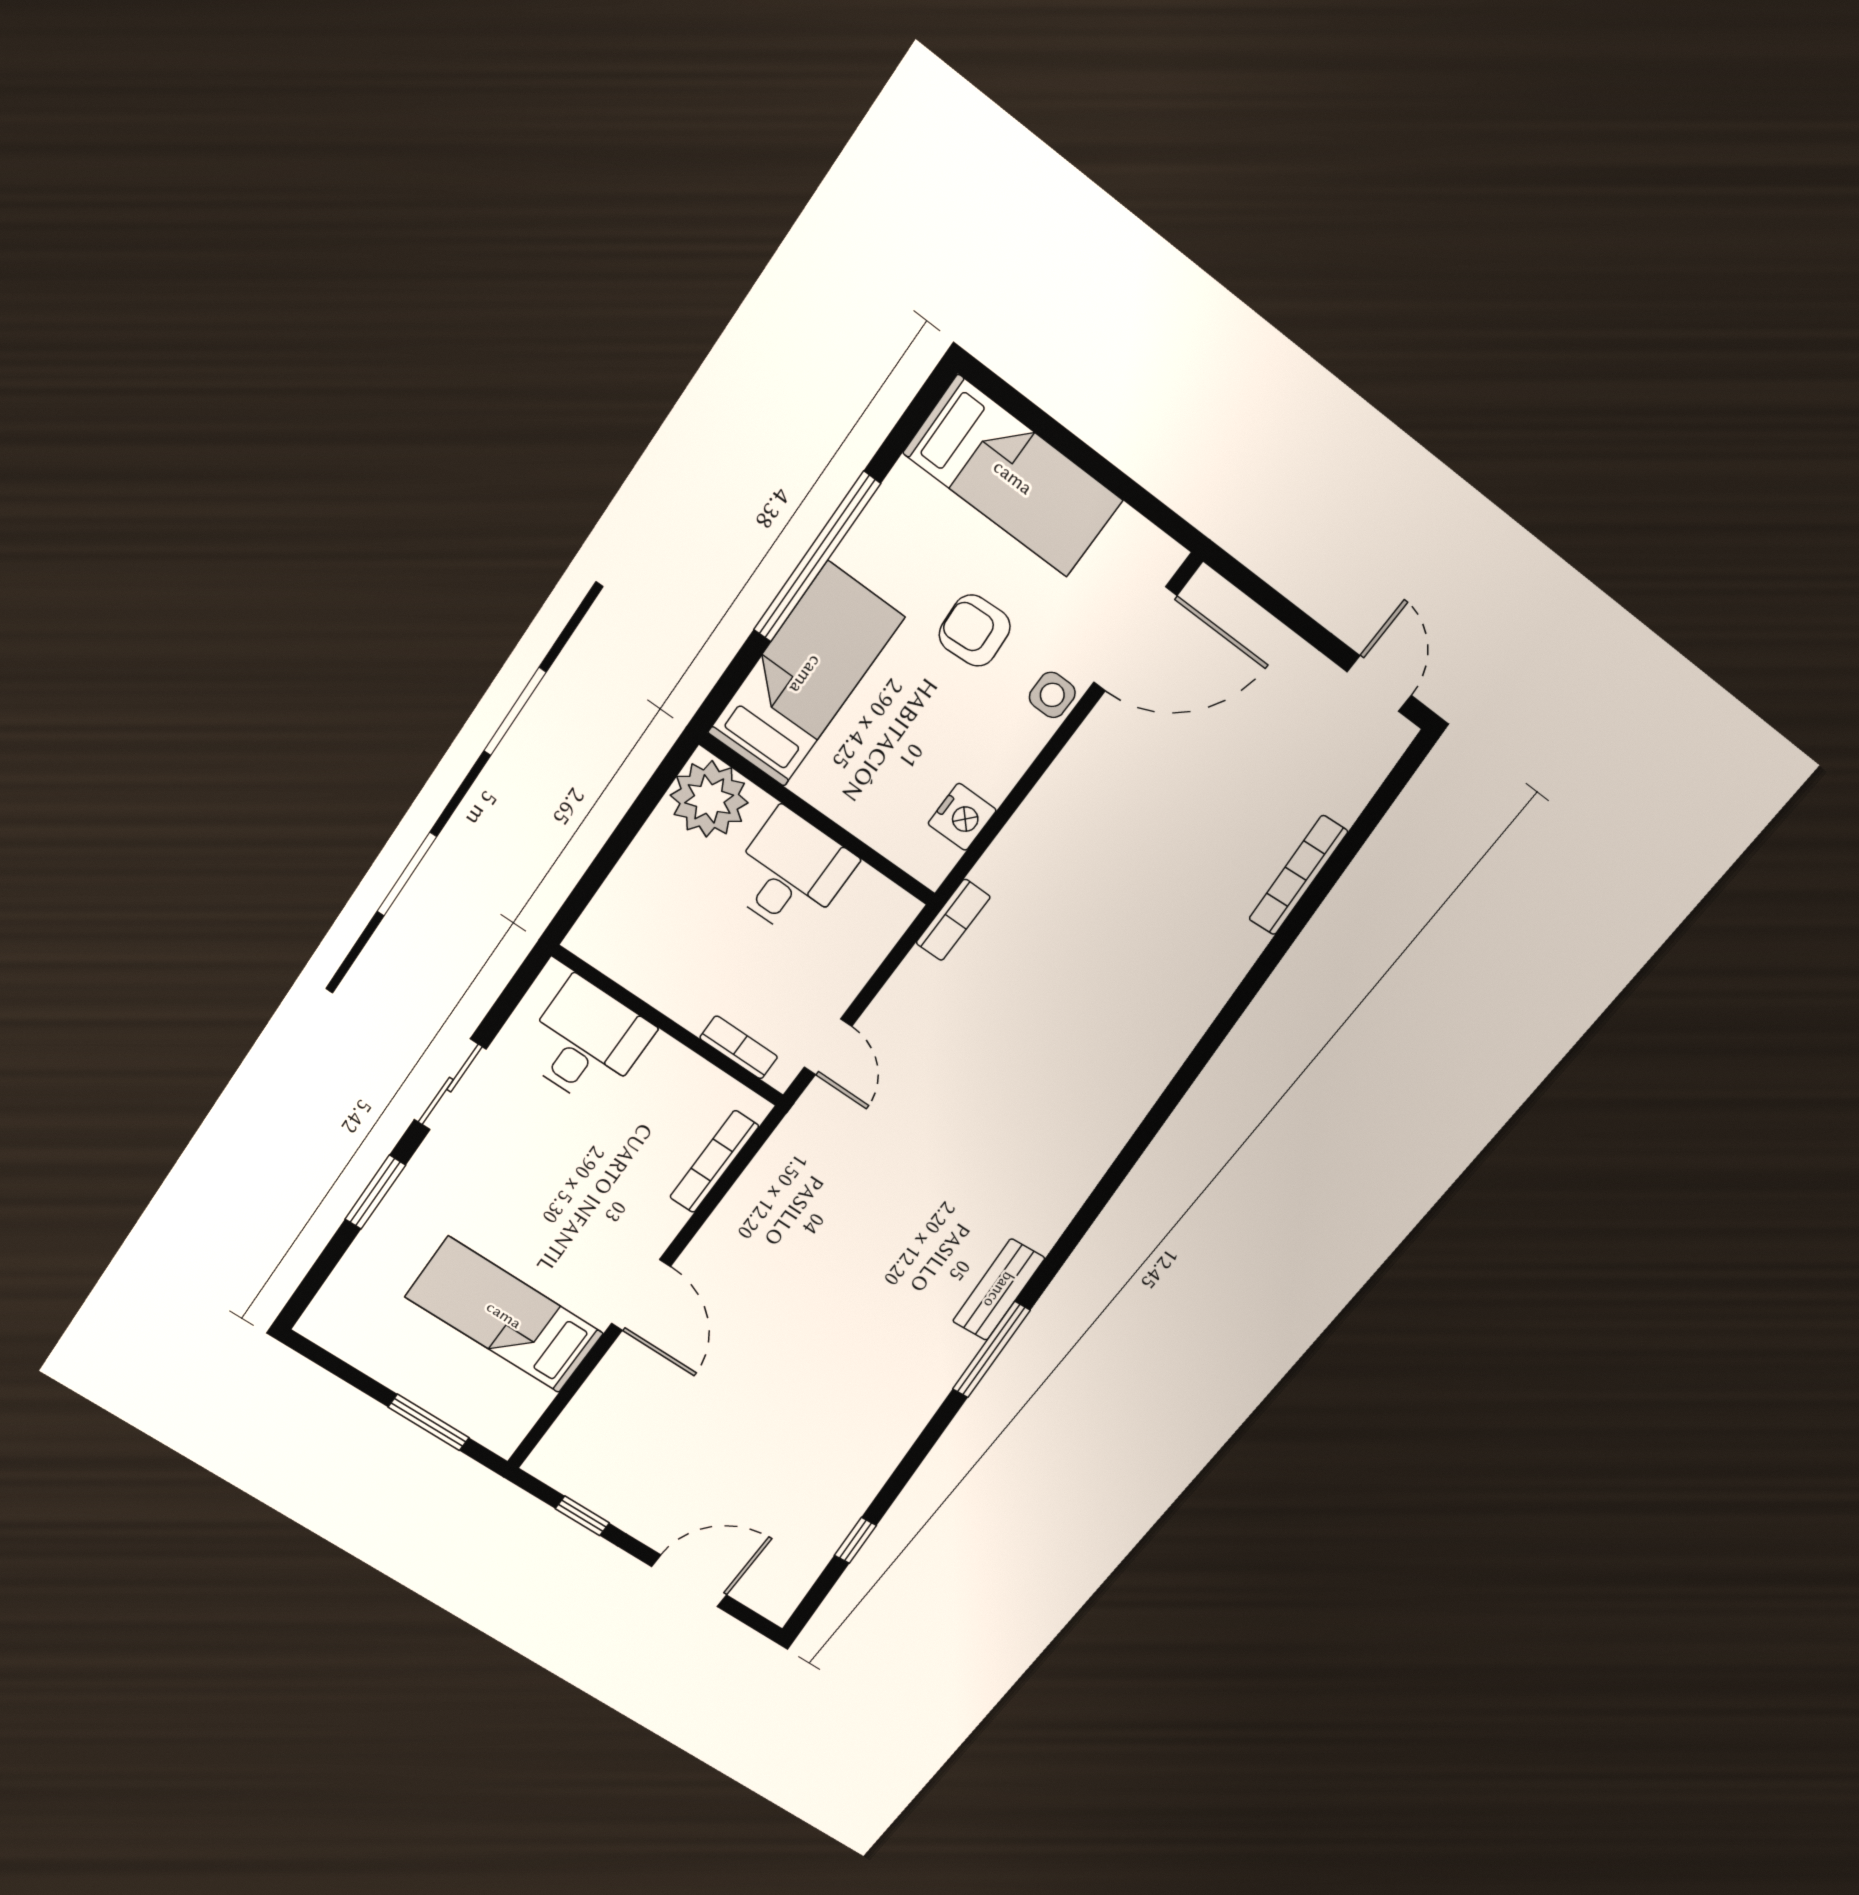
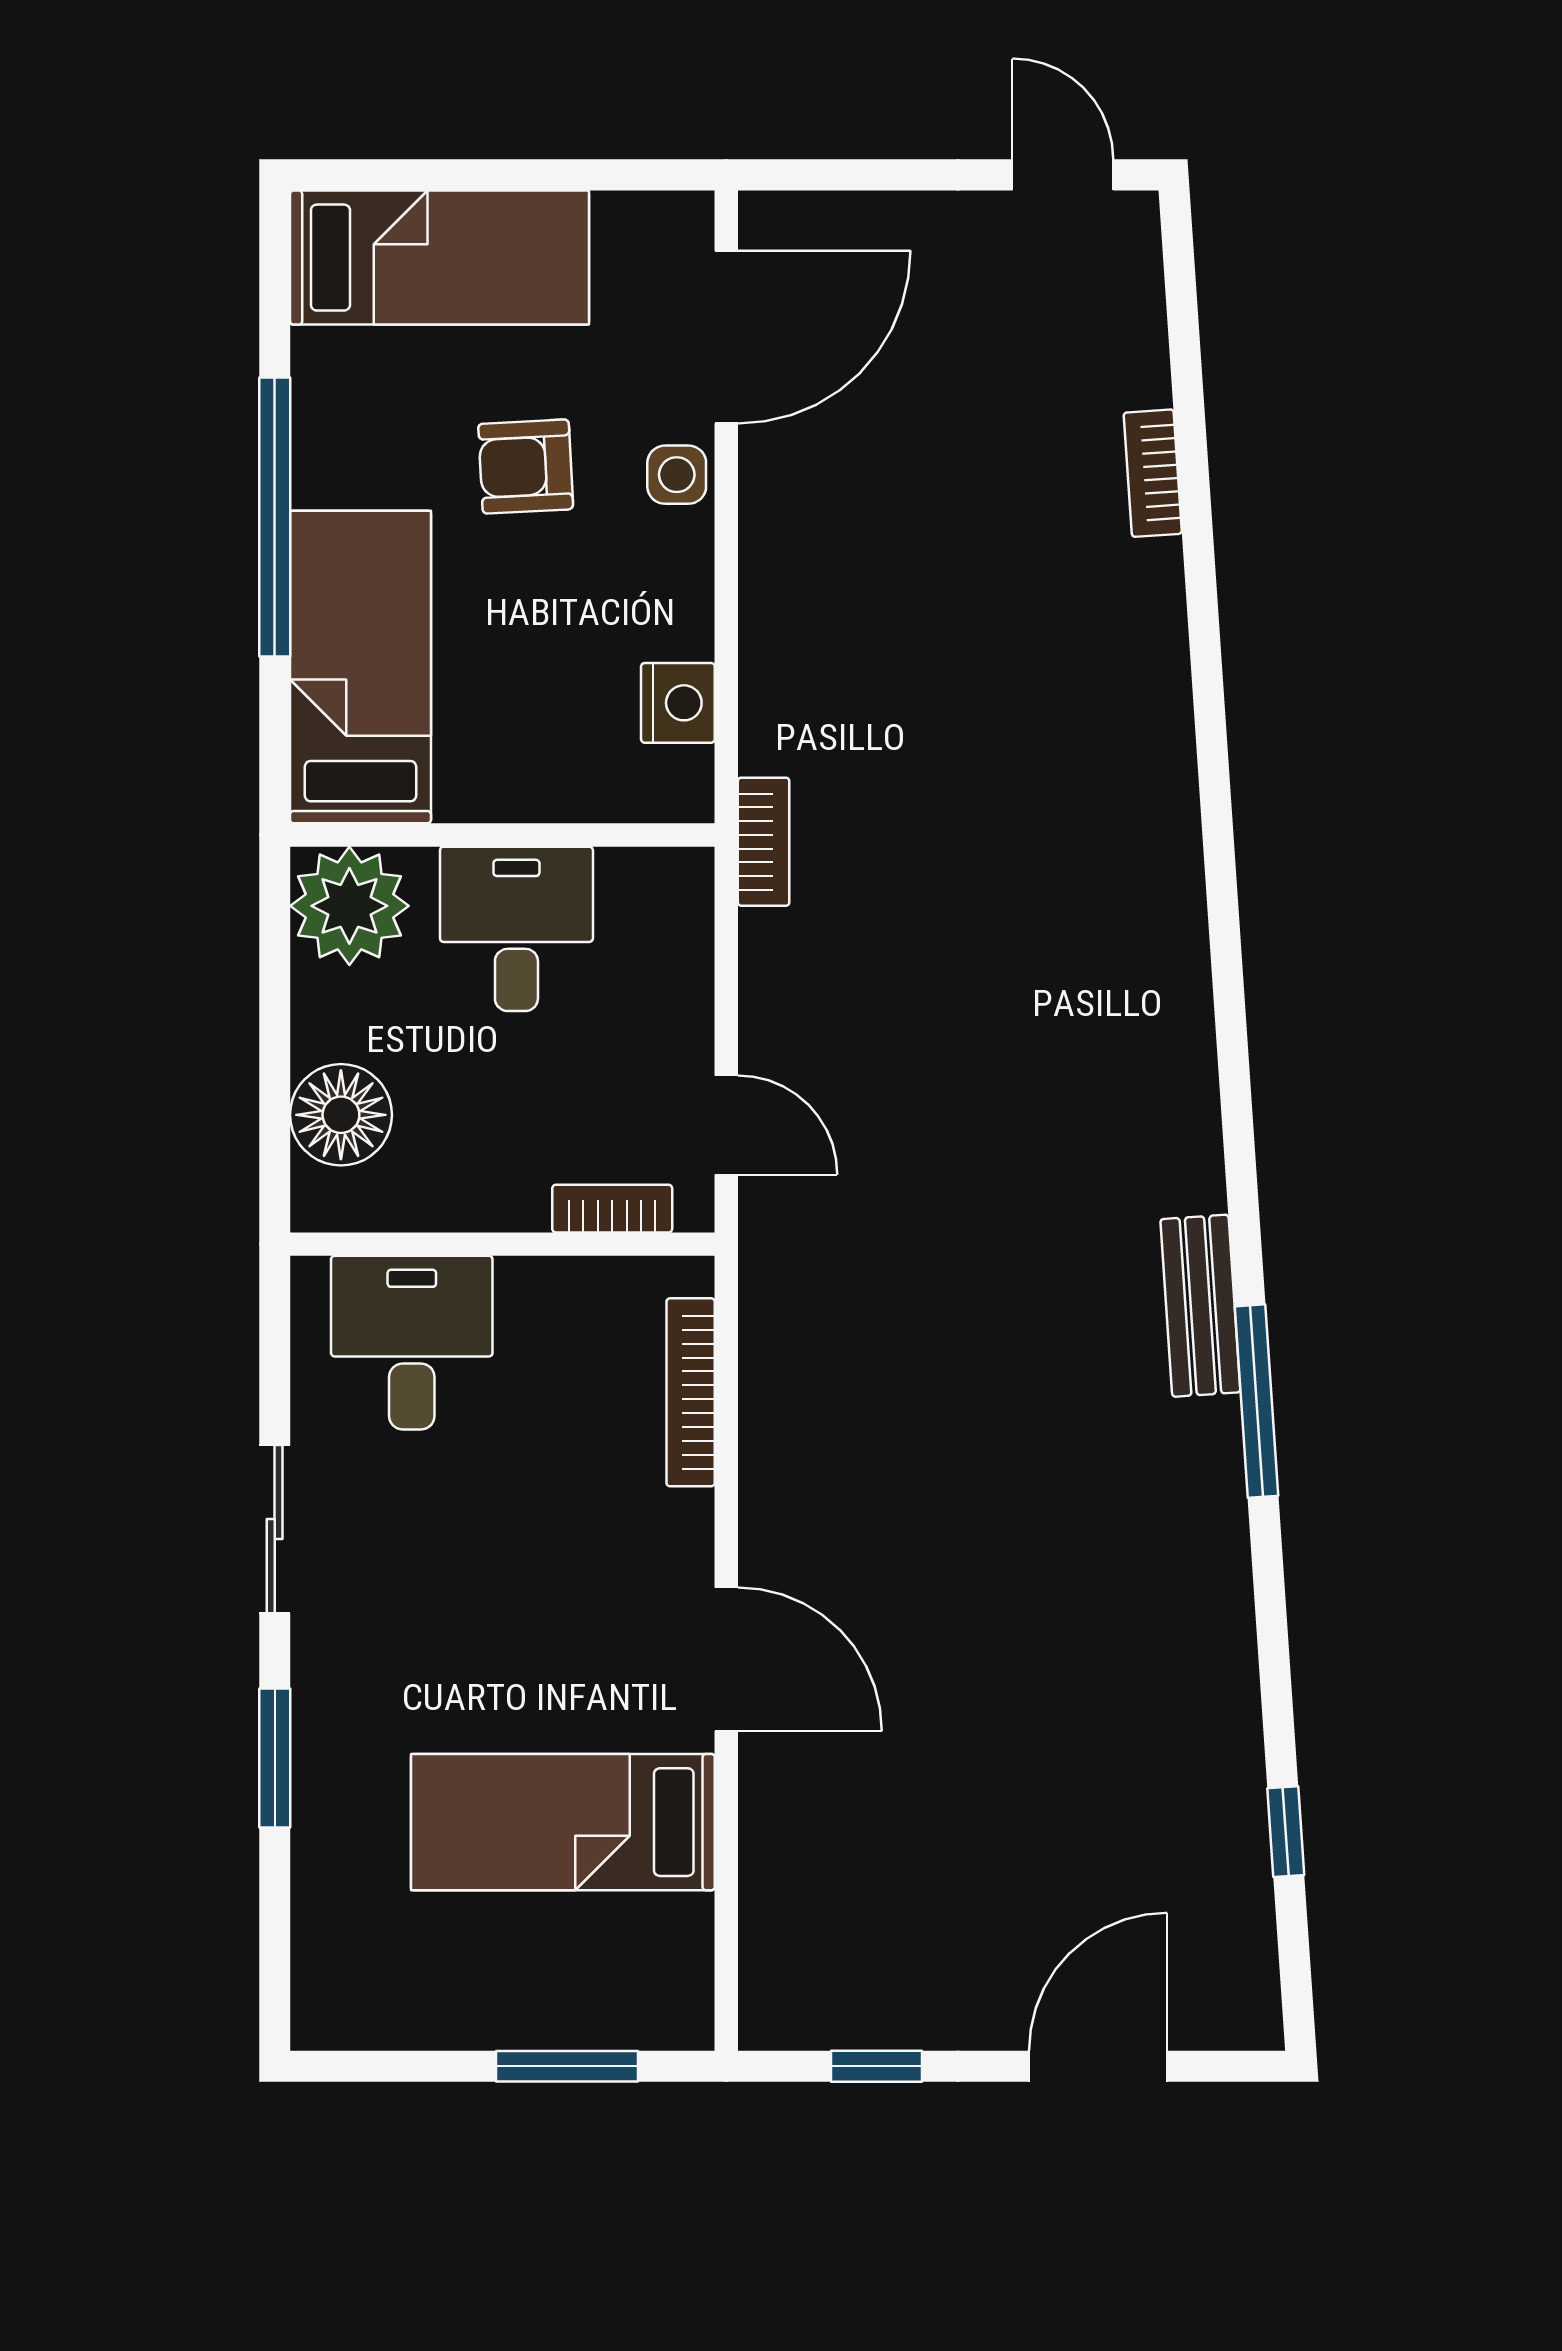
bookcase: (1298, 875) -> (1153, 473), width x0.64
floor lamp: (629, 904) -> (341, 1115), added

